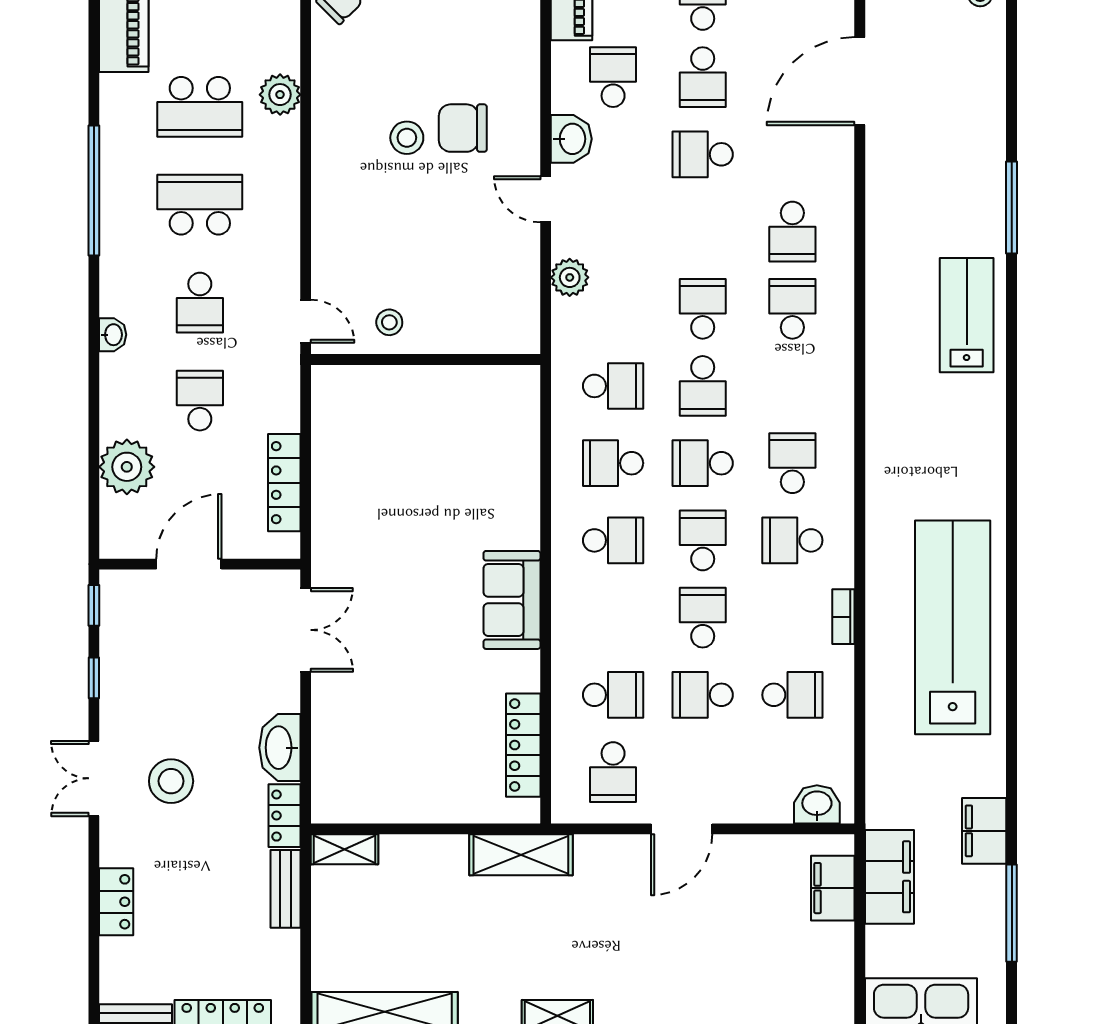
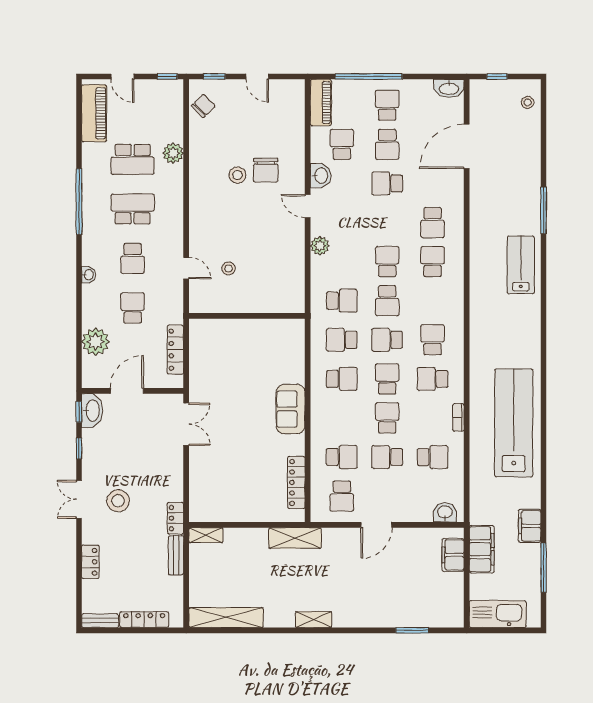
chair: (463, 128) -> (266, 170), turned -90
wall: (426, 360) -> (247, 316), moved
washbasin: (280, 748) -> (92, 411), moved, turned 180

